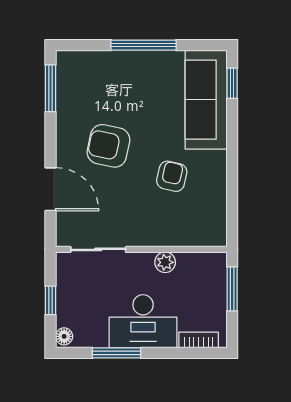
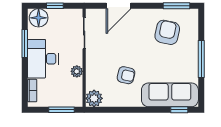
armchair: (108, 146) -> (167, 32), moved
plant: (212, 232) -> (94, 98), added
floor lamp: (64, 336) -> (39, 18), width x1.89, depth x1.89

